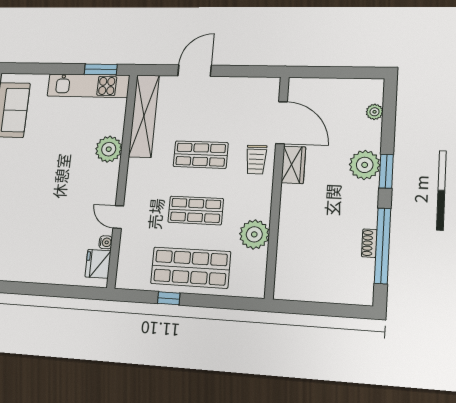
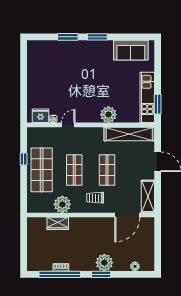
shelving: (252, 88) -> (148, 196), added
trolley: (256, 160) -> (95, 198), moved
wardrobe: (293, 165) -> (58, 223), moved

